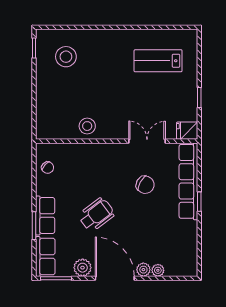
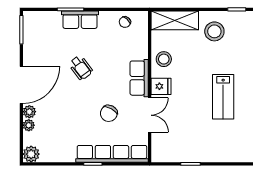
stool: (66, 57) -> (214, 31), moved
lab bench: (158, 61) -> (223, 97), moved, turned 180
shelving: (46, 114) -> (175, 20), added
fridge: (187, 131) -> (161, 86), moved, turned 90
wheelchair: (96, 215) -> (81, 68), width x0.73, depth x0.73
row of seats: (45, 257) -> (139, 78), moved, turned 90
plant: (83, 268) -> (31, 154), moved

